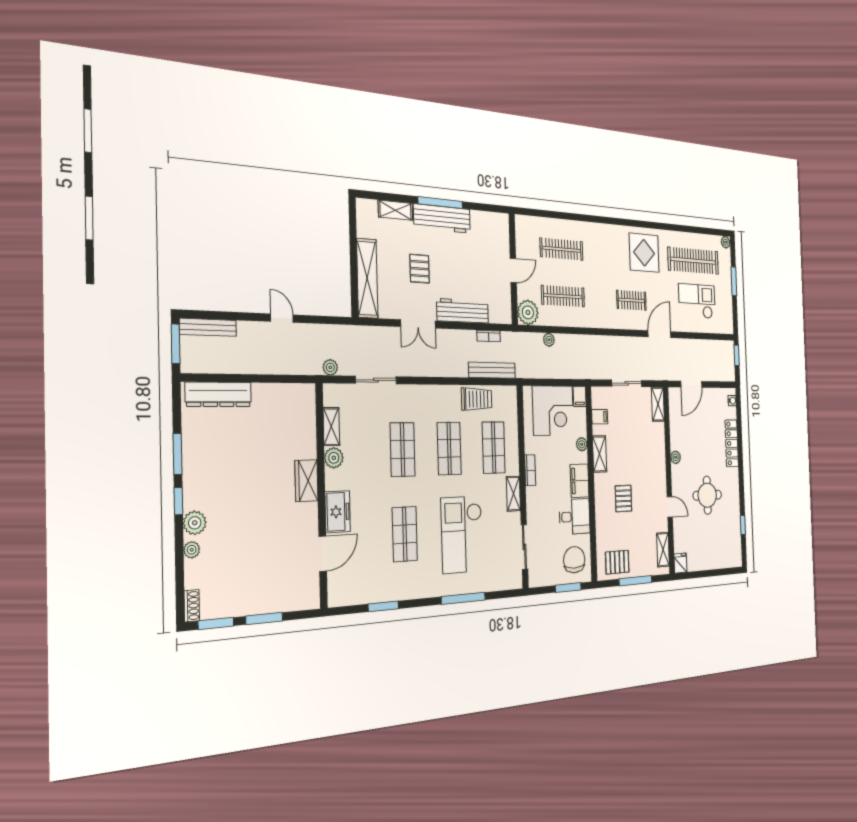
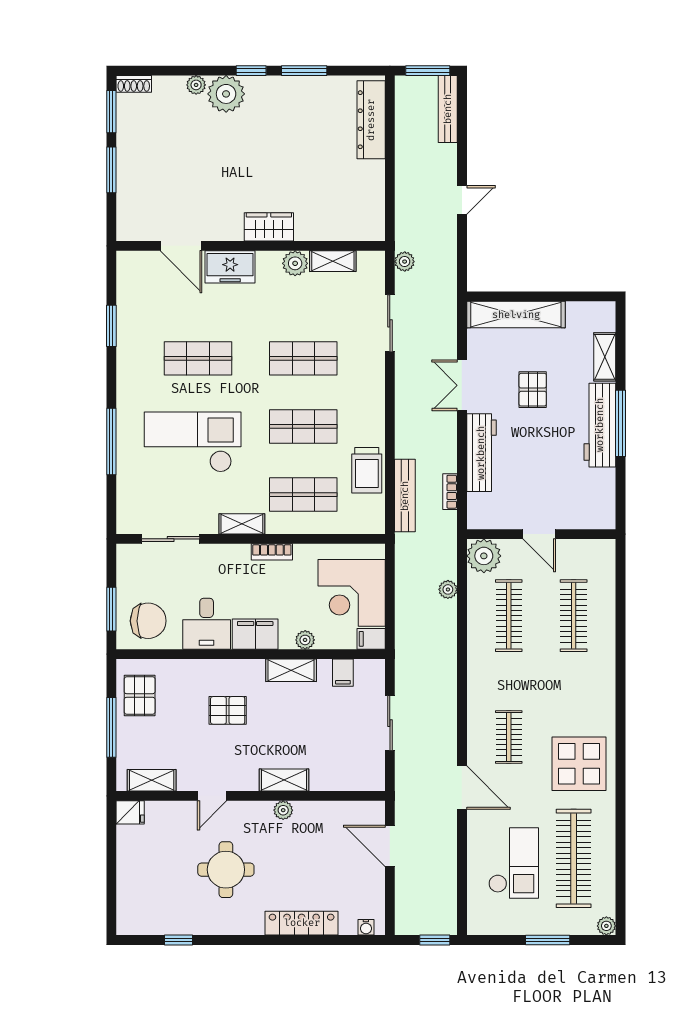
pallet: (420, 269) -> (533, 390), turned 90
shelving: (658, 404) -> (284, 780), moved
plant: (195, 523) -> (226, 94), width x1.36, depth x1.36

